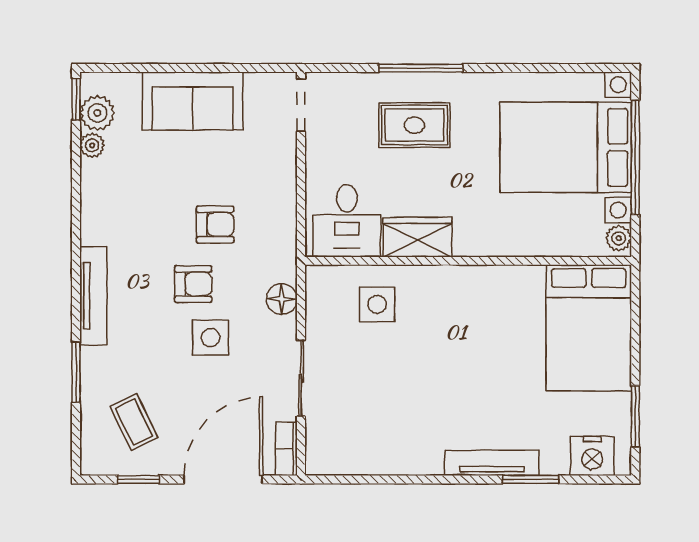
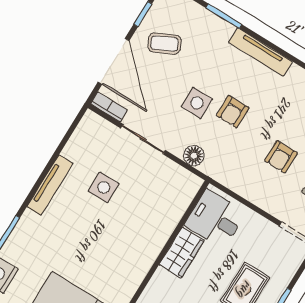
armchair: (215, 224) -> (281, 157), moved
side table: (377, 304) -> (104, 187), moved
coffee table: (134, 422) -> (164, 43), moved
tv unit: (492, 463) -> (50, 185), moved

